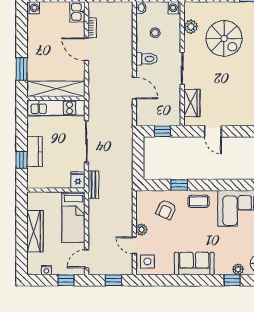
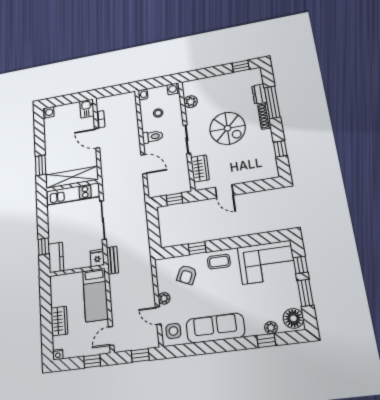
spiral stairs: (224, 38) -> (228, 128), moved
kitchen counter: (34, 152) -> (56, 257), moved
wardrobe: (35, 231) -> (59, 321), width x0.67
sofa: (194, 264) -> (215, 328), width x1.36
nightstand: (46, 270) -> (58, 355), moved

